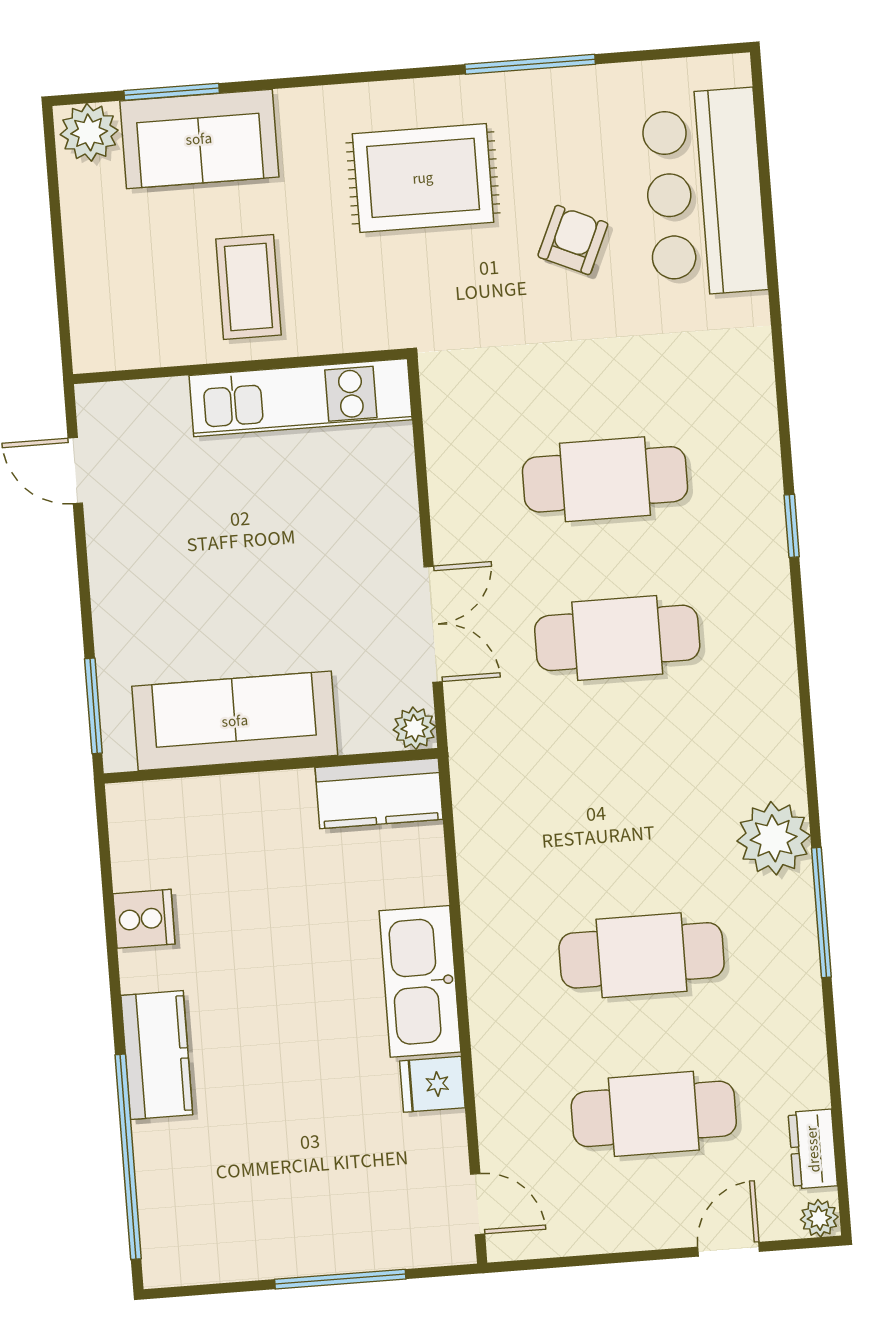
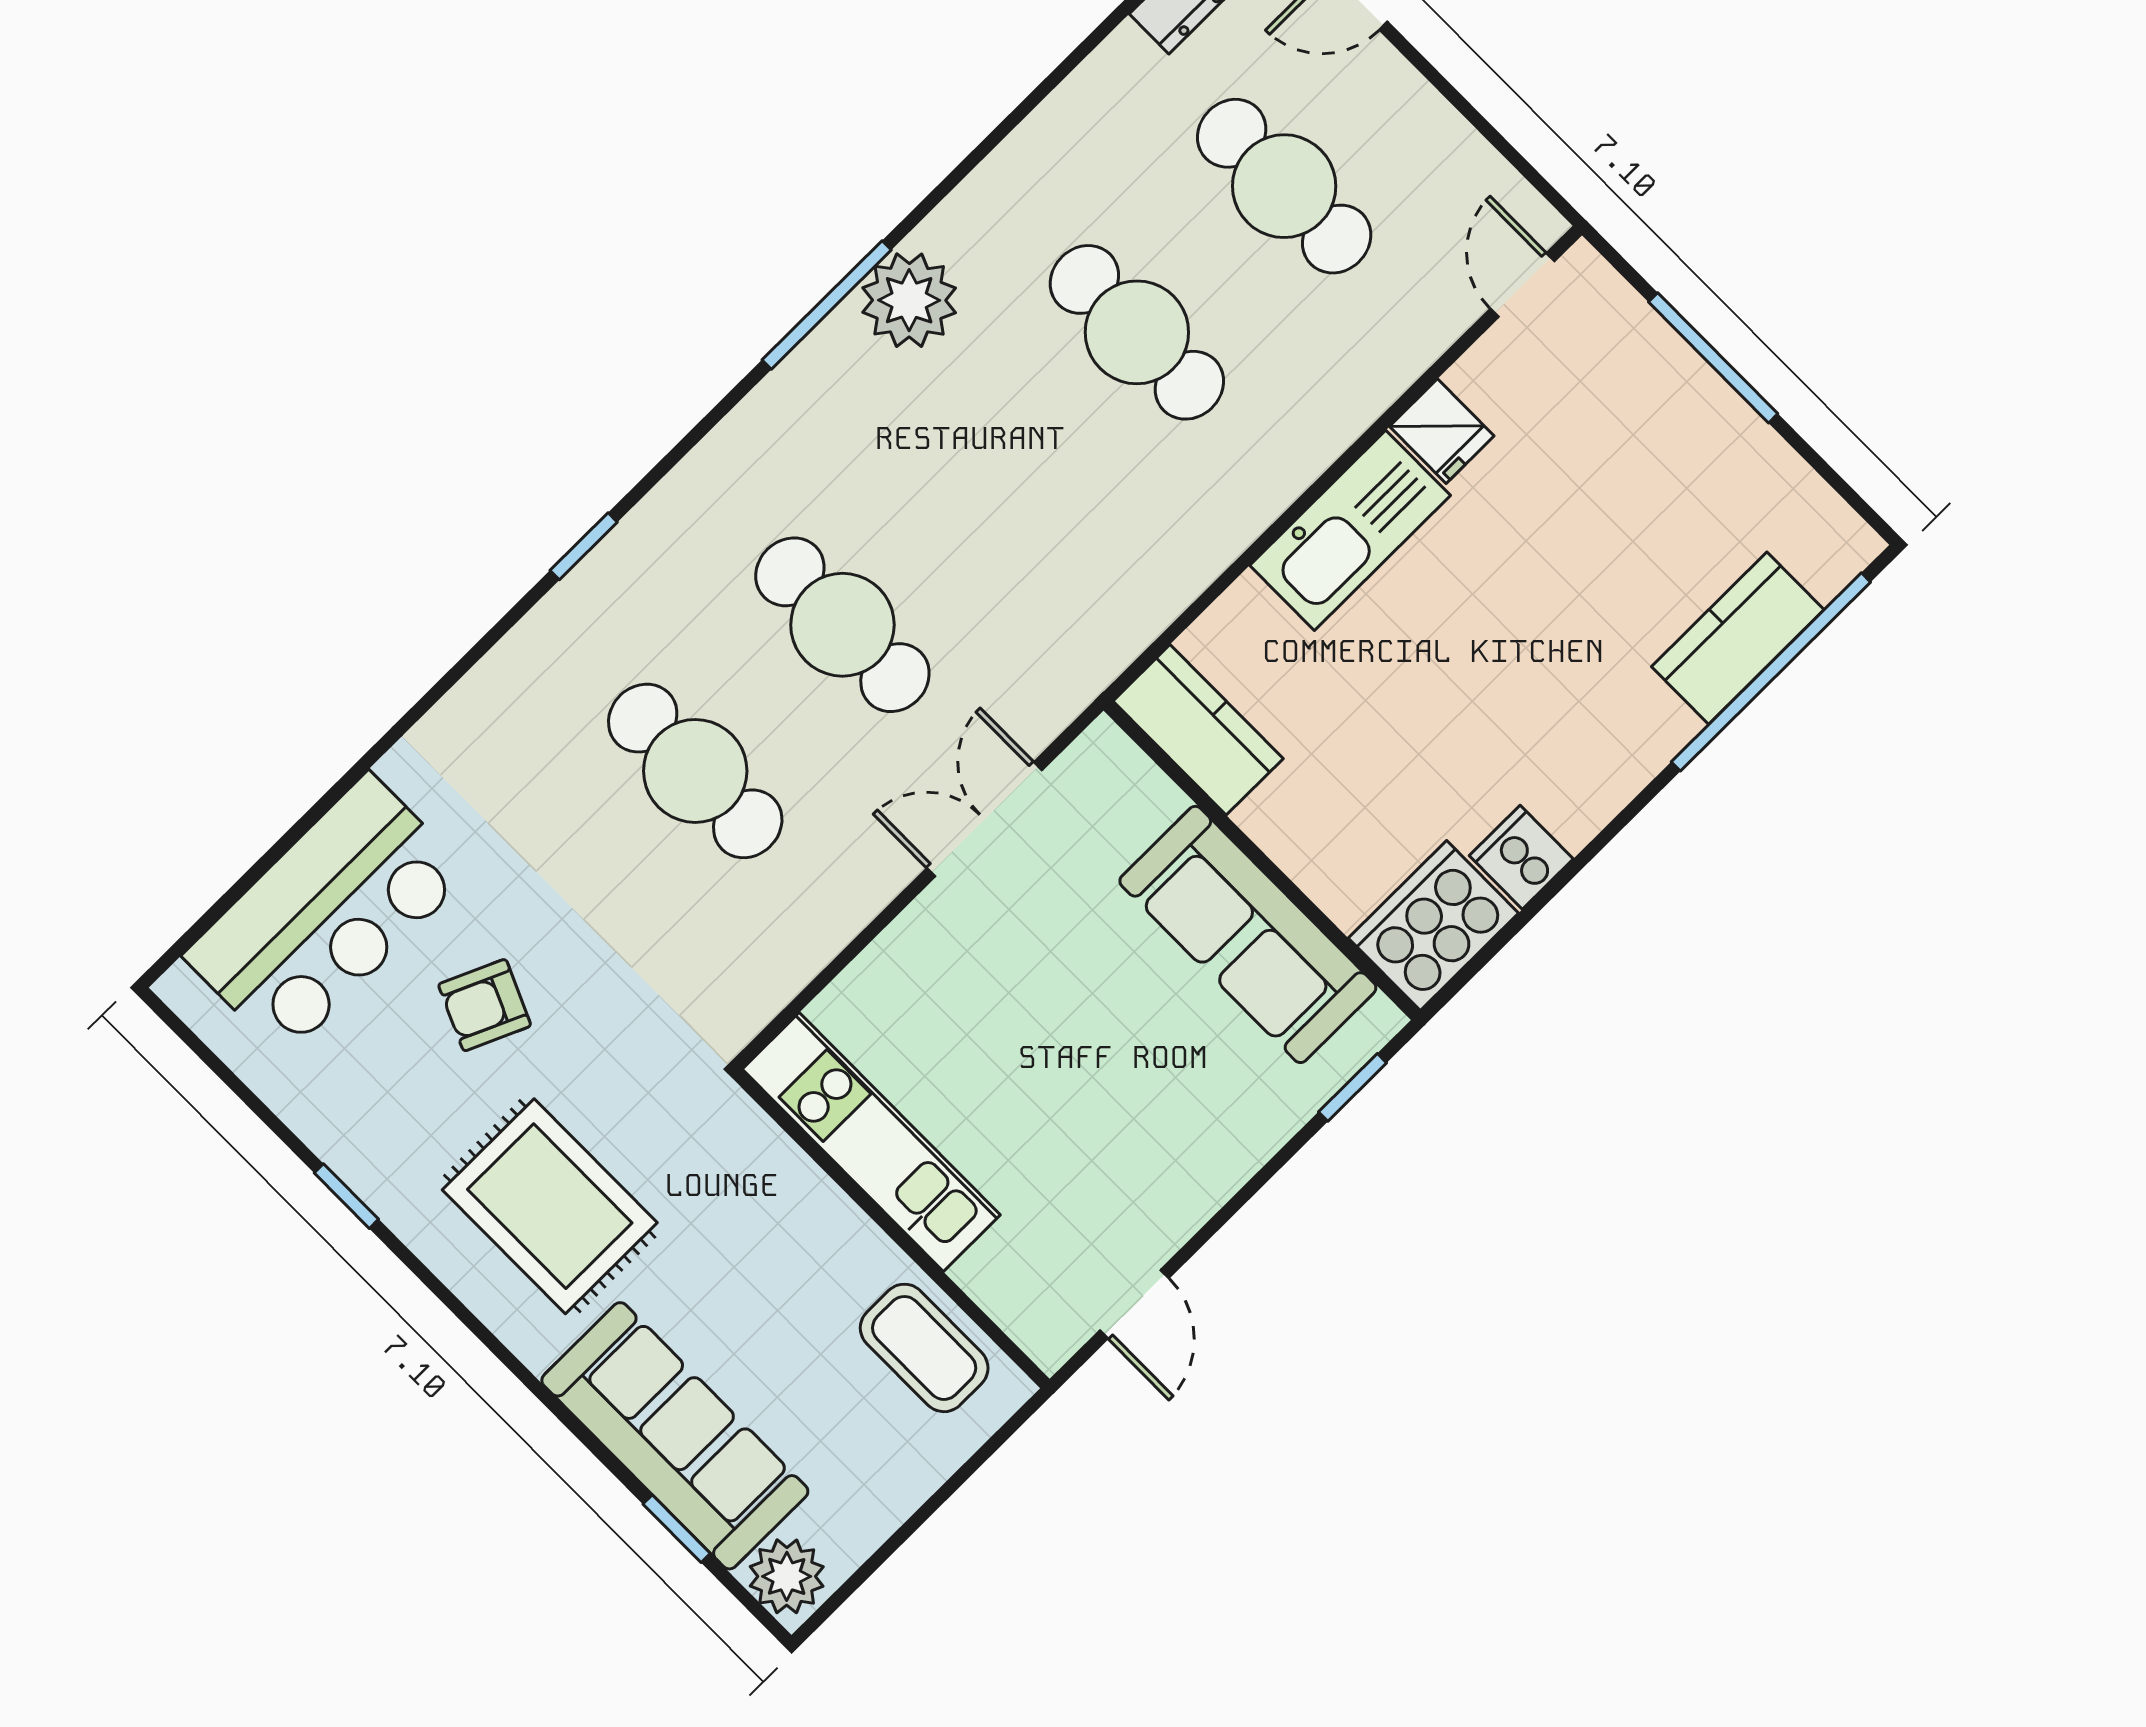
window: (530, 64) -> (346, 1196), width x0.46
window: (172, 92) -> (677, 1529), width x0.67
sofa: (199, 139) -> (675, 1436), width x1.36
coffee table: (249, 287) -> (924, 1348), moved, turned 90
window: (93, 706) -> (1353, 1087), width x0.67
plant: (414, 728) -> (1103, 750), removed
cooker: (148, 834) -> (1433, 926), added
window: (821, 913) -> (827, 305), moved
kitchen counter: (157, 1055) -> (1738, 638), moved

